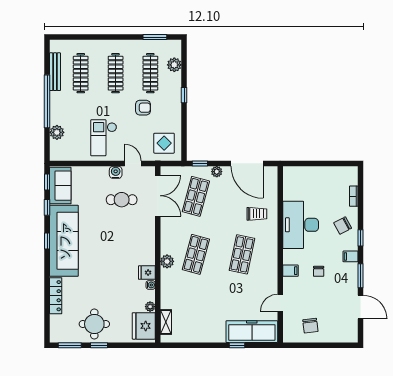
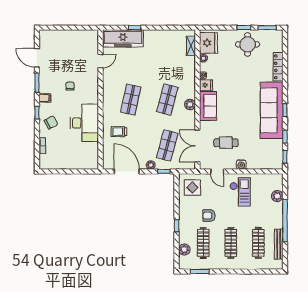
water cooler: (116, 172) -> (241, 164), moved
sofa: (60, 186) -> (208, 106), moved, turned 180
plant: (167, 261) -> (190, 104), moved
filing cabinet: (290, 271) -> (92, 87), removed
chair: (310, 326) -> (77, 43), removed

